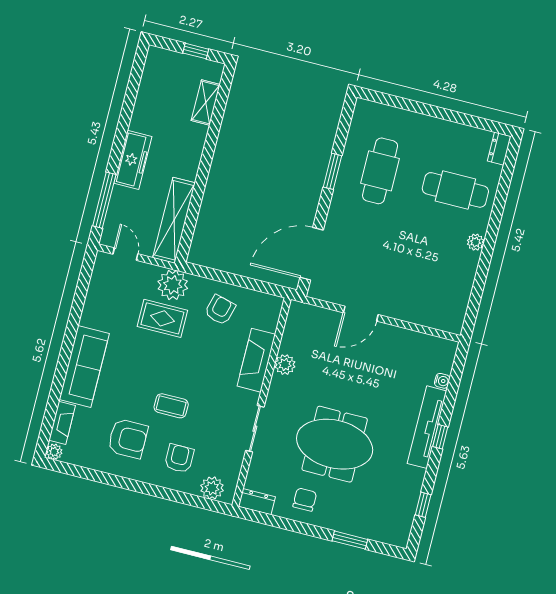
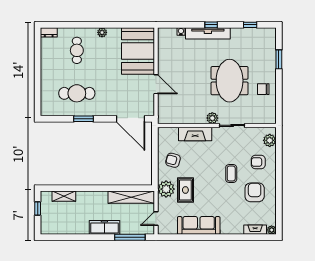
cafe table: (455, 190) -> (77, 50), width x0.73, depth x0.74
booth: (427, 297) -> (138, 51), added
plant: (285, 365) -> (212, 118), moved
sofa: (84, 367) -> (199, 225), moved
dresser: (257, 502) -> (271, 115), removed

